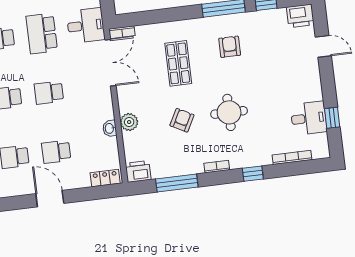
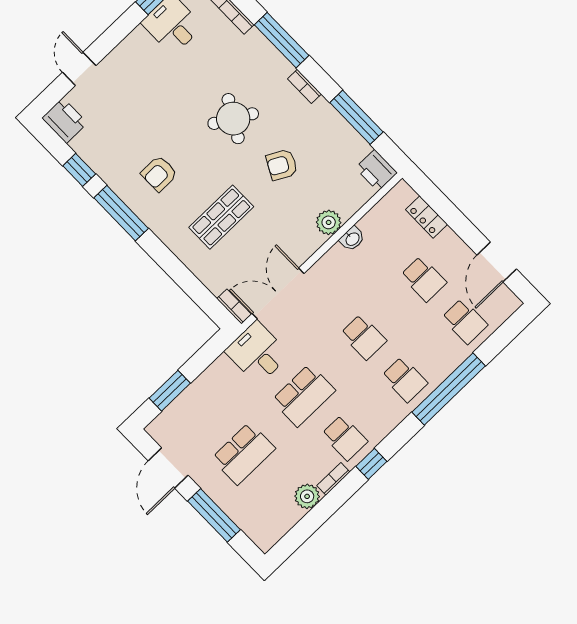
round table: (229, 112) -> (233, 119), turned 30
window: (253, 174) -> (282, 40), width x2.17
locker: (105, 178) -> (426, 217), moved
door: (50, 199) -> (497, 262), moved

